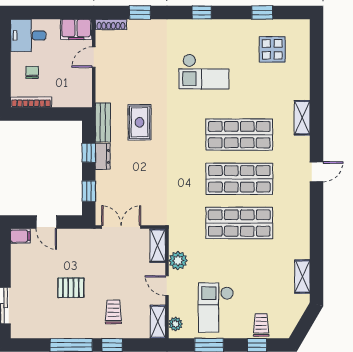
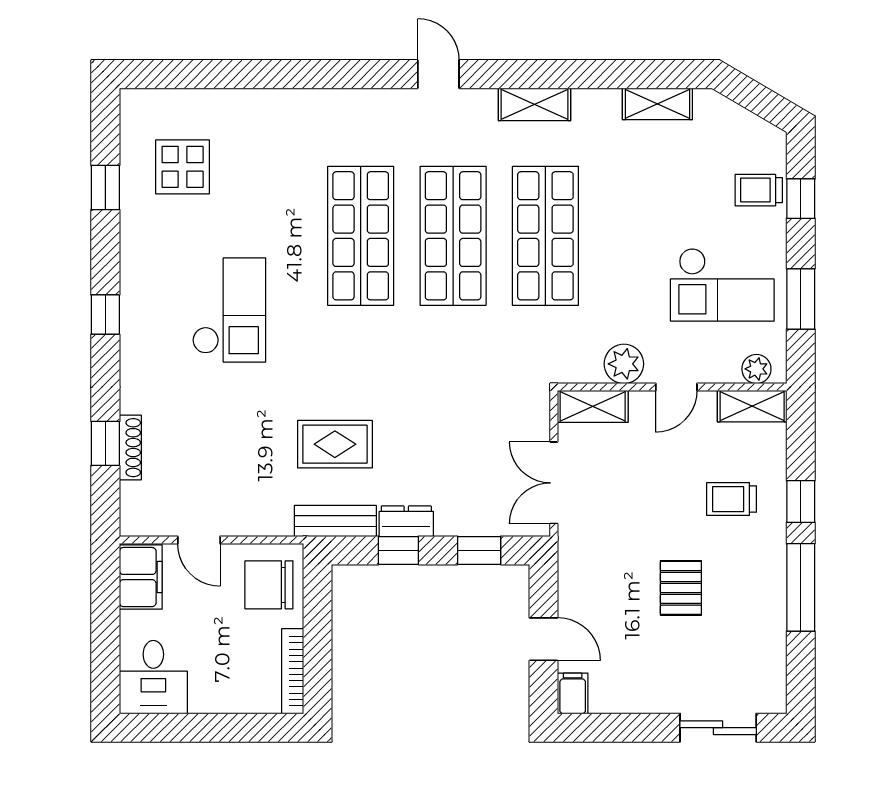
shoe rack: (111, 24) -> (130, 448), moved
chair: (32, 72) -> (269, 585), moved, width x1.87, depth x1.87
shelving: (302, 118) -> (535, 104), moved
door: (46, 222) -> (543, 639), hinge flipped

